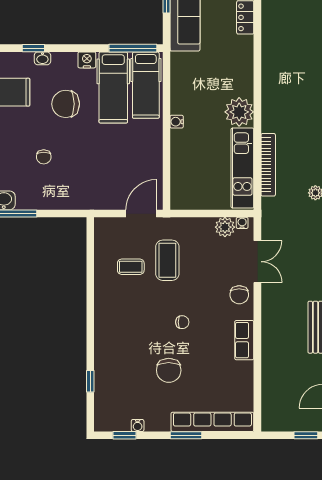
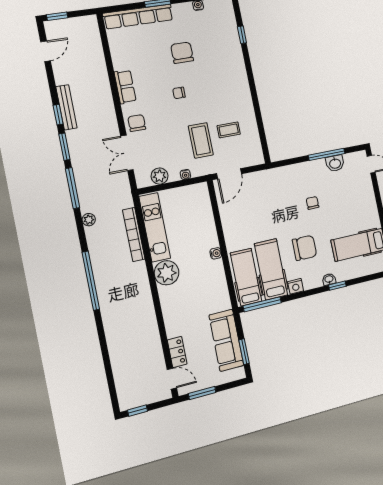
water cooler: (242, 223) -> (185, 174), moved

